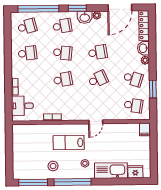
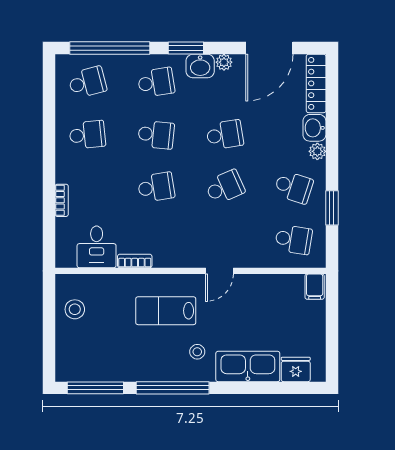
desk: (22, 106) -> (97, 247), moved, turned -90
stool: (53, 166) -> (75, 309), moved

